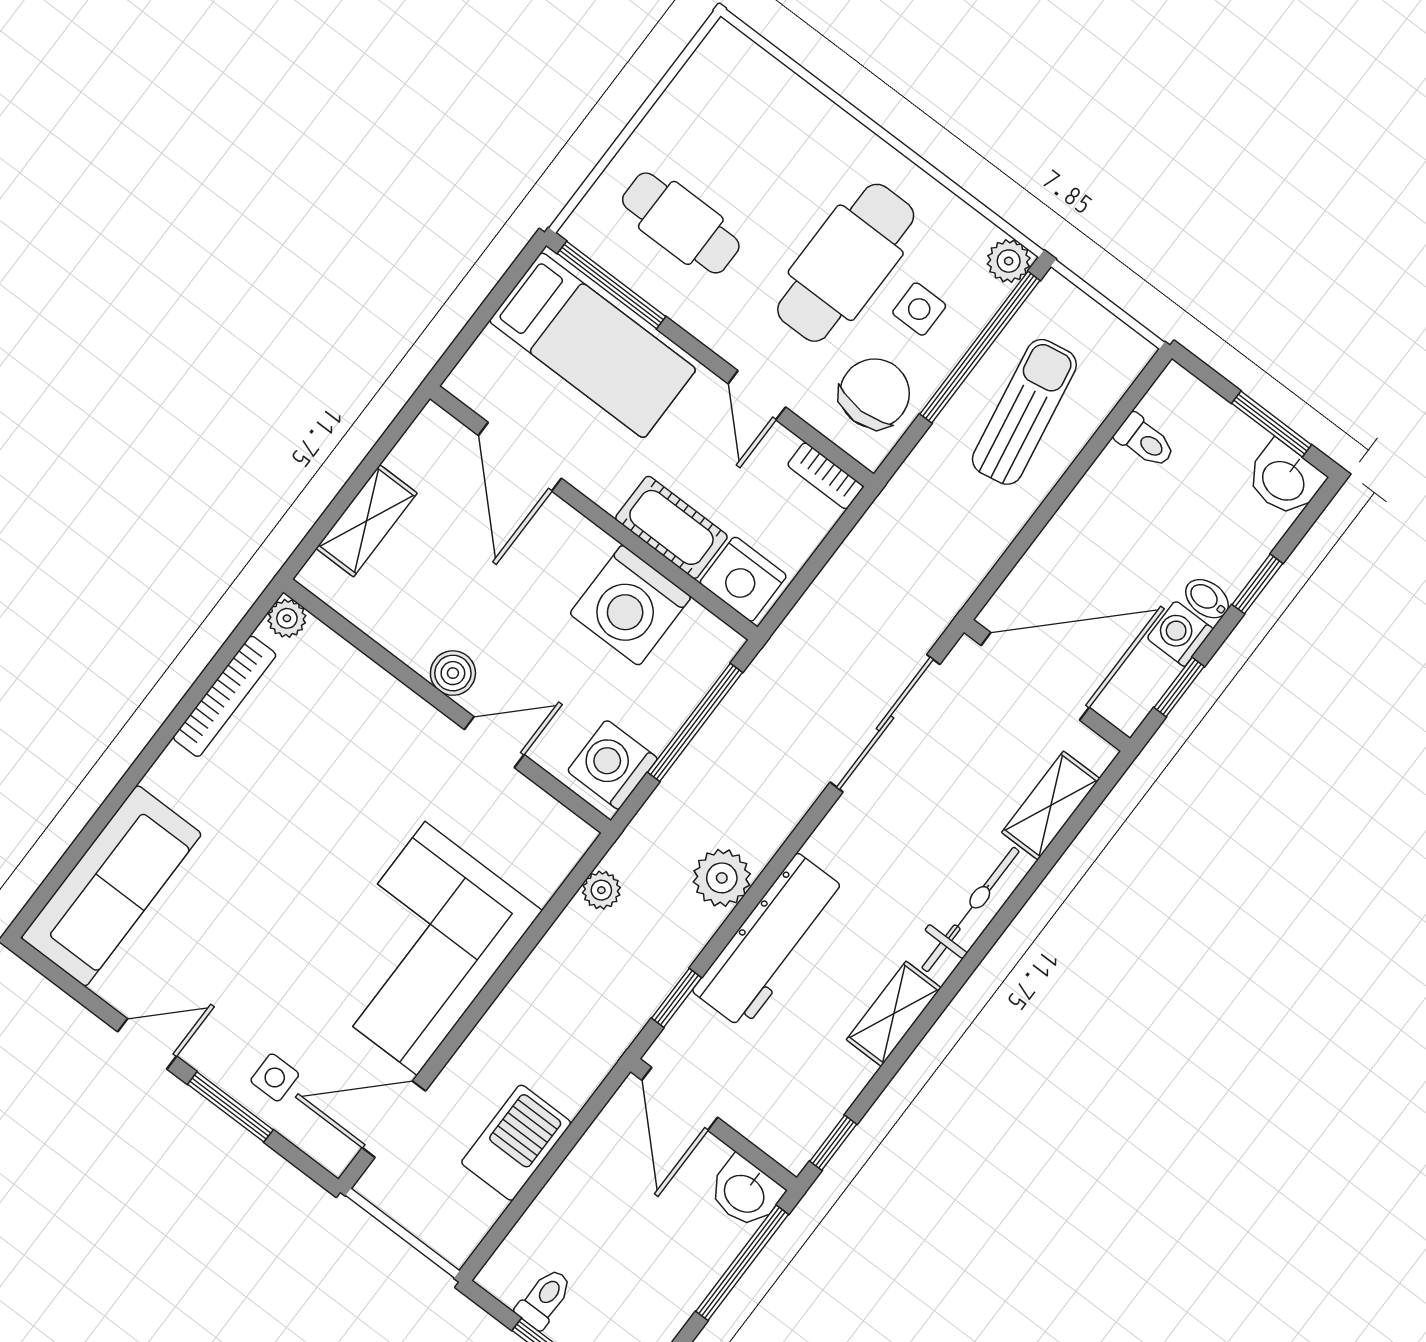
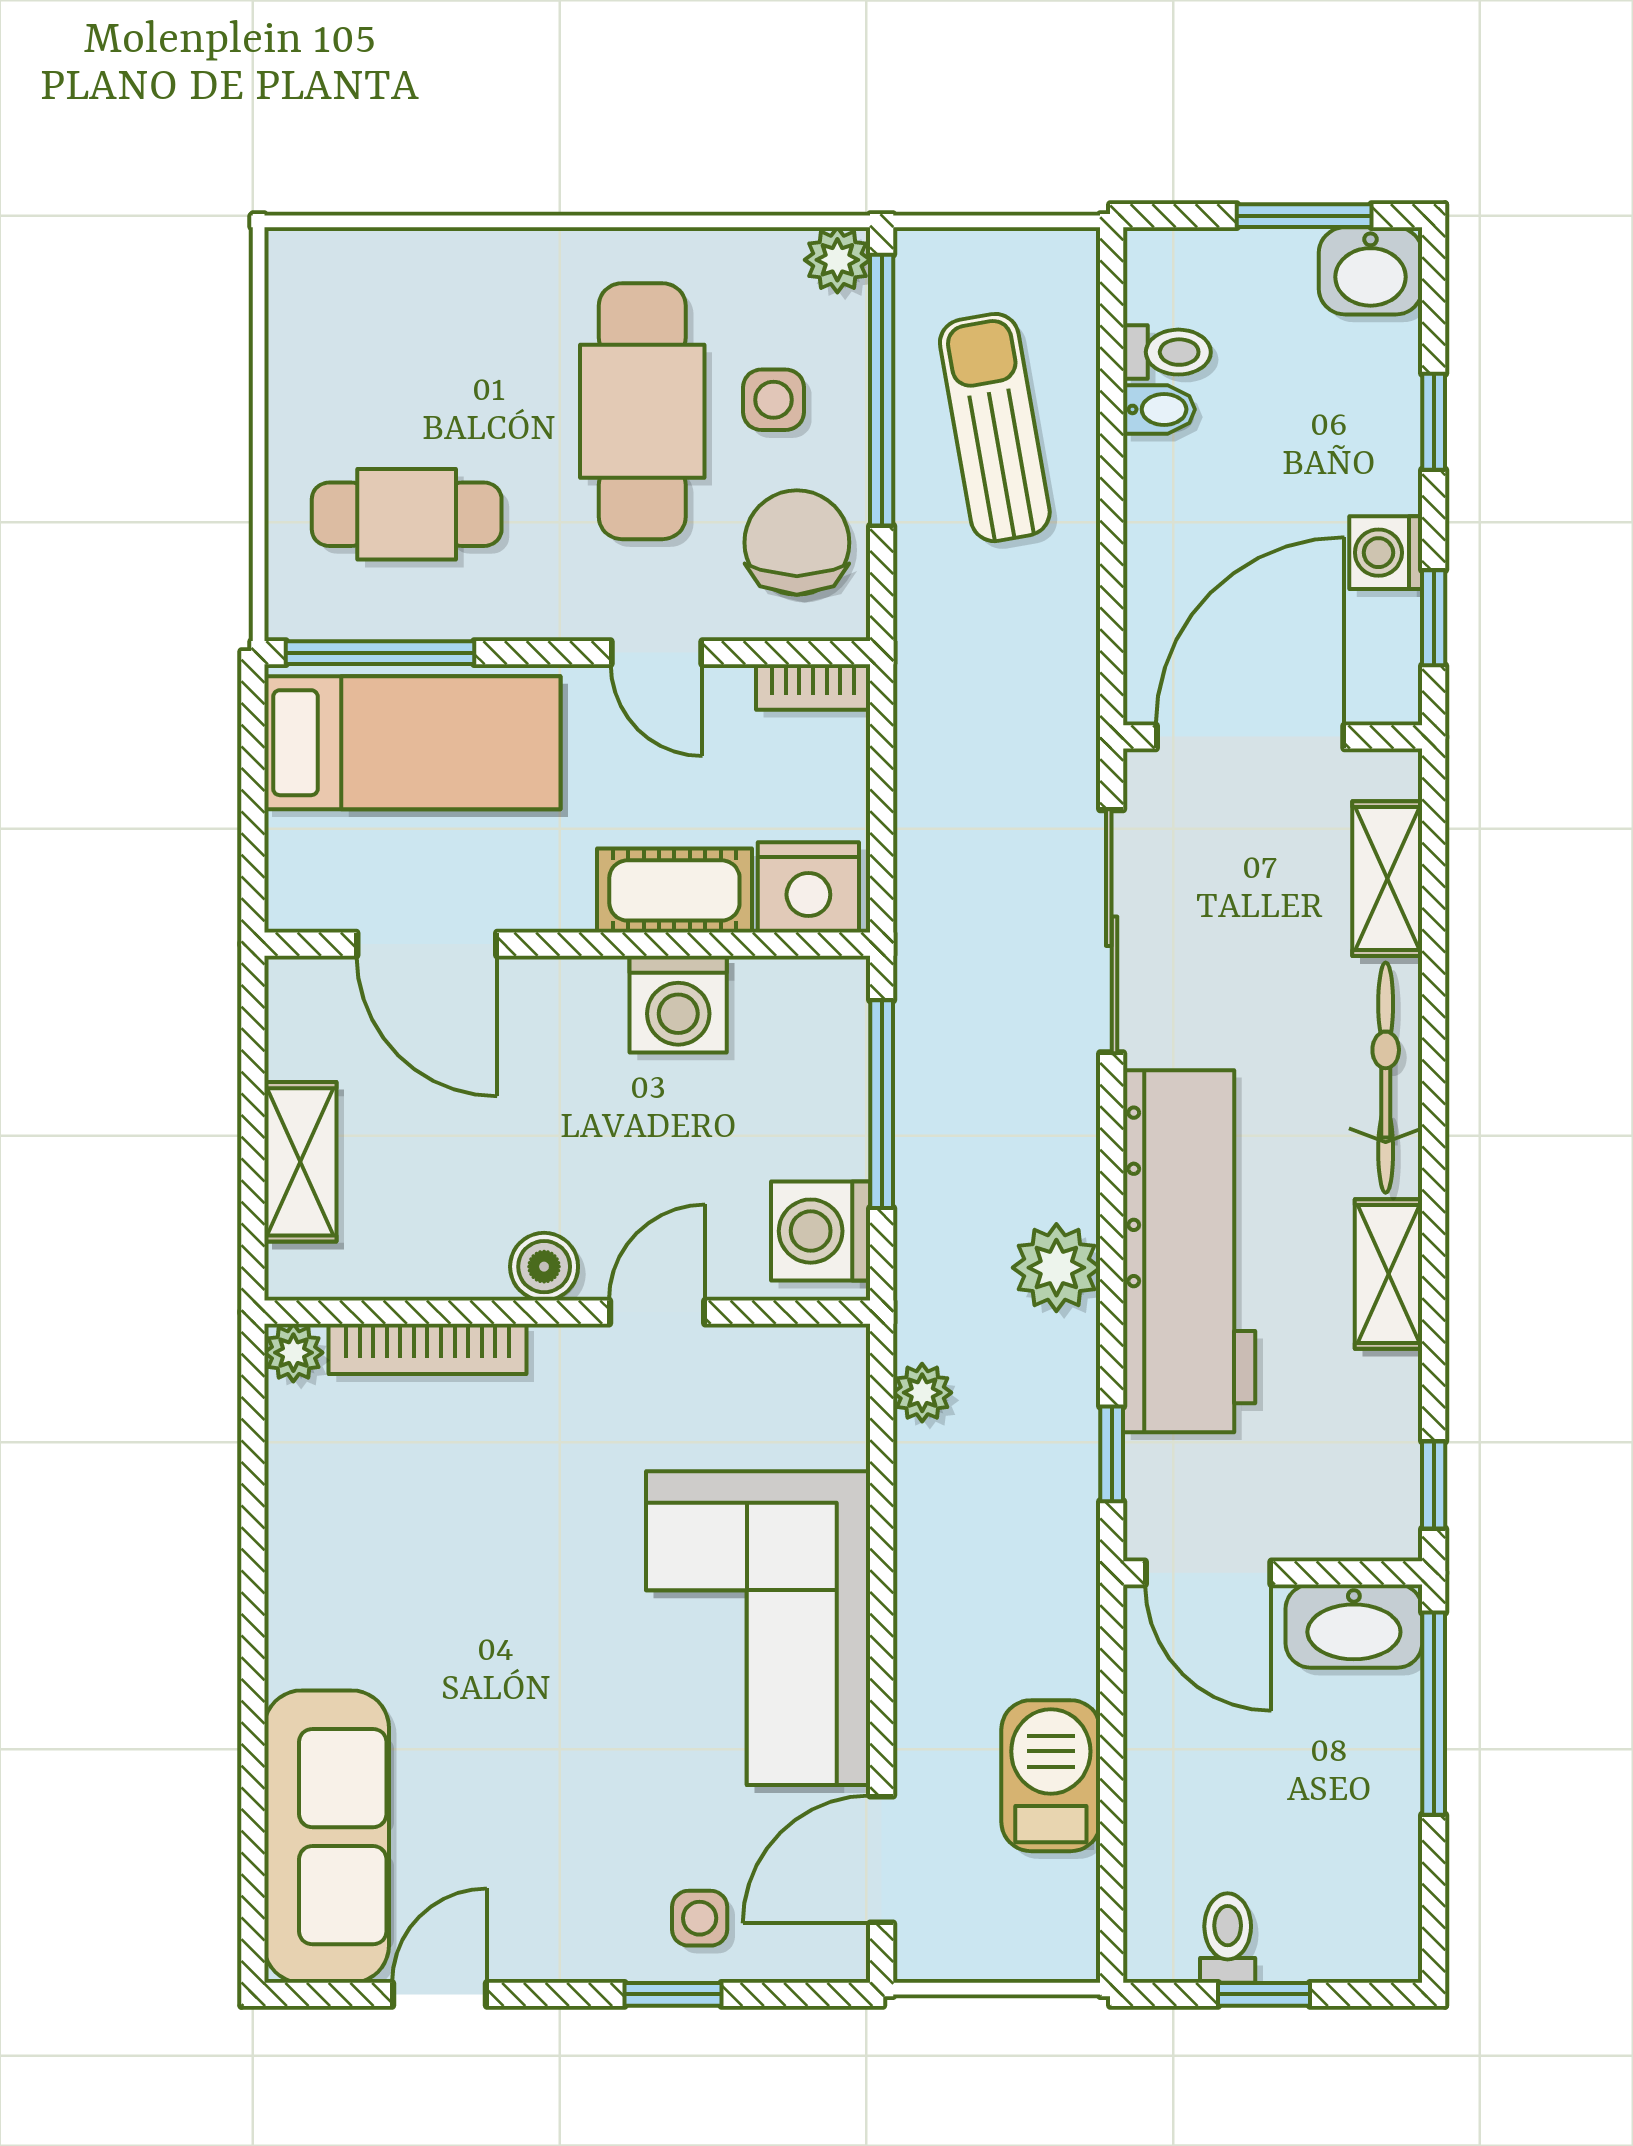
bidet: (1207, 599) -> (1159, 409), moved, turned 180
washing machine: (630, 605) -> (678, 1004), width x0.73, depth x0.73
bookcase: (225, 696) -> (427, 1349), moved, turned 90
workbench: (770, 941) -> (1189, 1251), width x1.36, depth x1.32
door: (147, 1044) -> (439, 1994), moved
window: (230, 1107) -> (673, 1994), width x0.67
washbasin: (745, 1192) -> (1354, 1626), width x1.38

